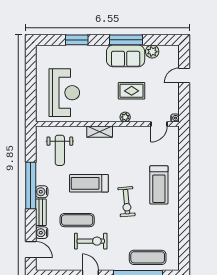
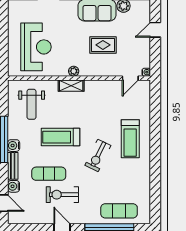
plant: (125, 117) -> (74, 71), moved
exercise bike: (126, 202) -> (98, 155), turned 31
exercise bike: (91, 241) -> (62, 195), turned 180

